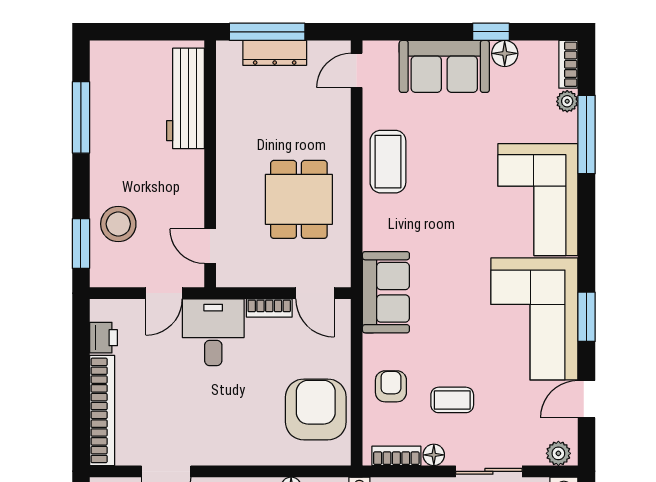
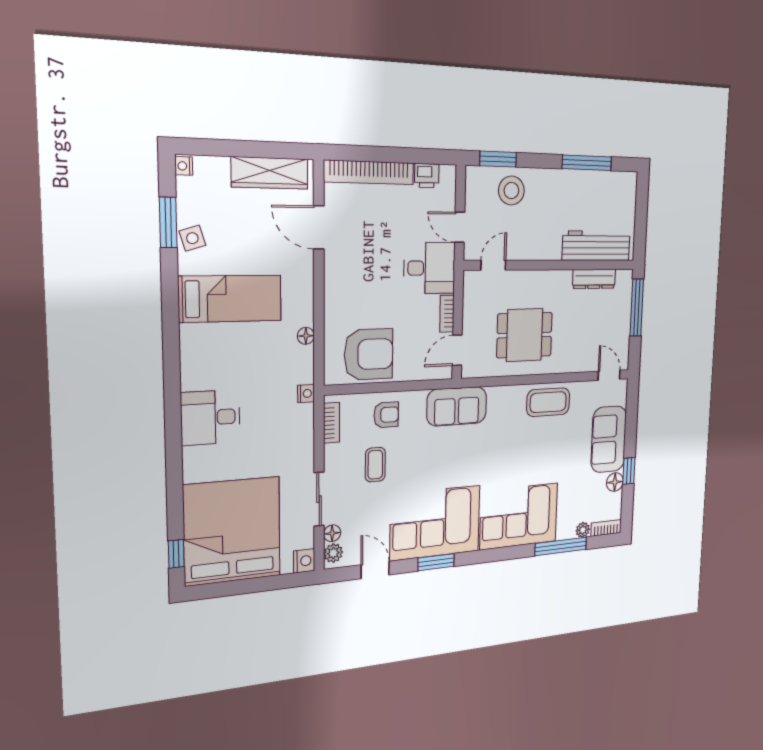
dresser: (275, 53) -> (594, 279), moved, turned -90
floor lamp: (434, 455) -> (332, 533), moved

